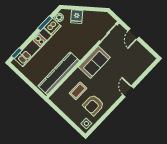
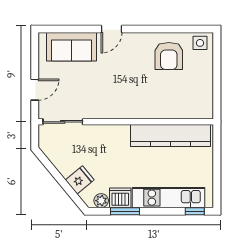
sofa: (94, 62) -> (72, 47), moved, turned 180
coffee table: (78, 91) -> (169, 91), removed
armchair: (93, 105) -> (169, 56), turned 90

